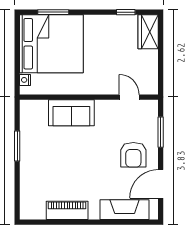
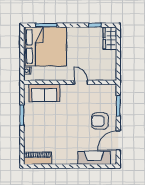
door: (129, 97) -> (81, 82), moved
sofa: (71, 113) -> (44, 93), moved
armchair: (133, 155) -> (100, 121), turned 90
piano: (67, 210) -> (38, 158), moved

